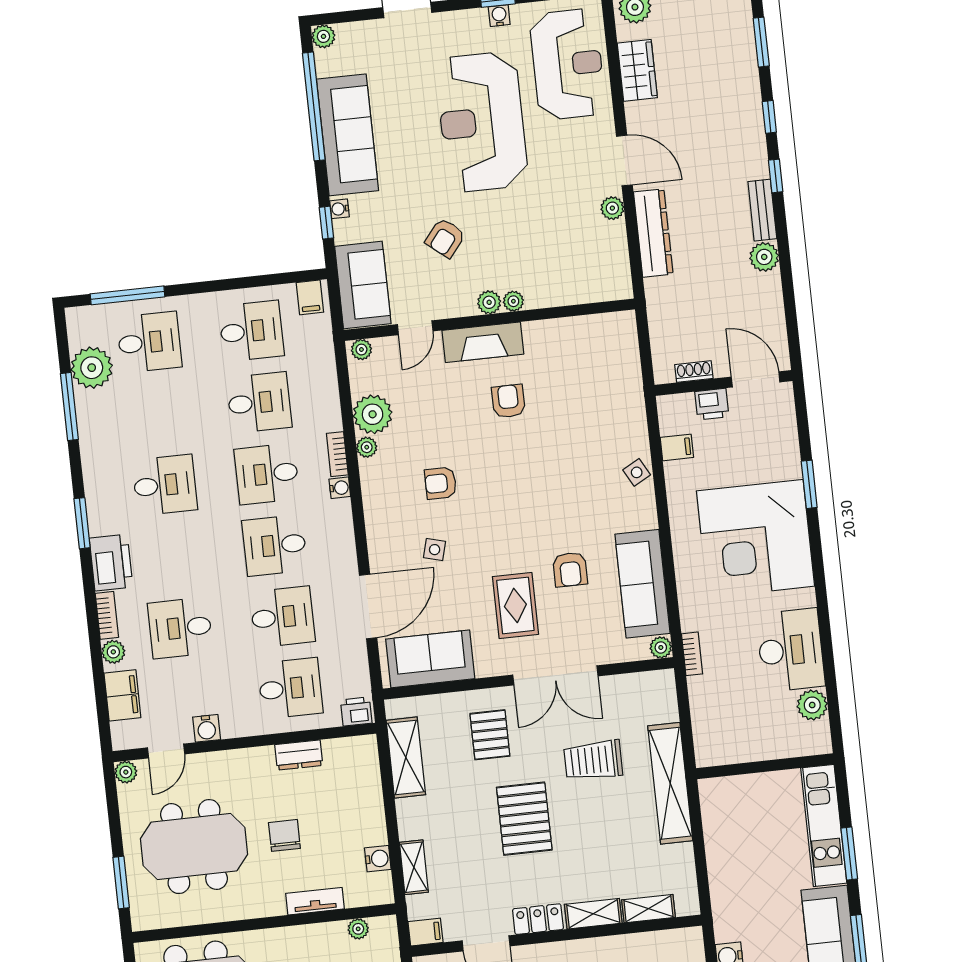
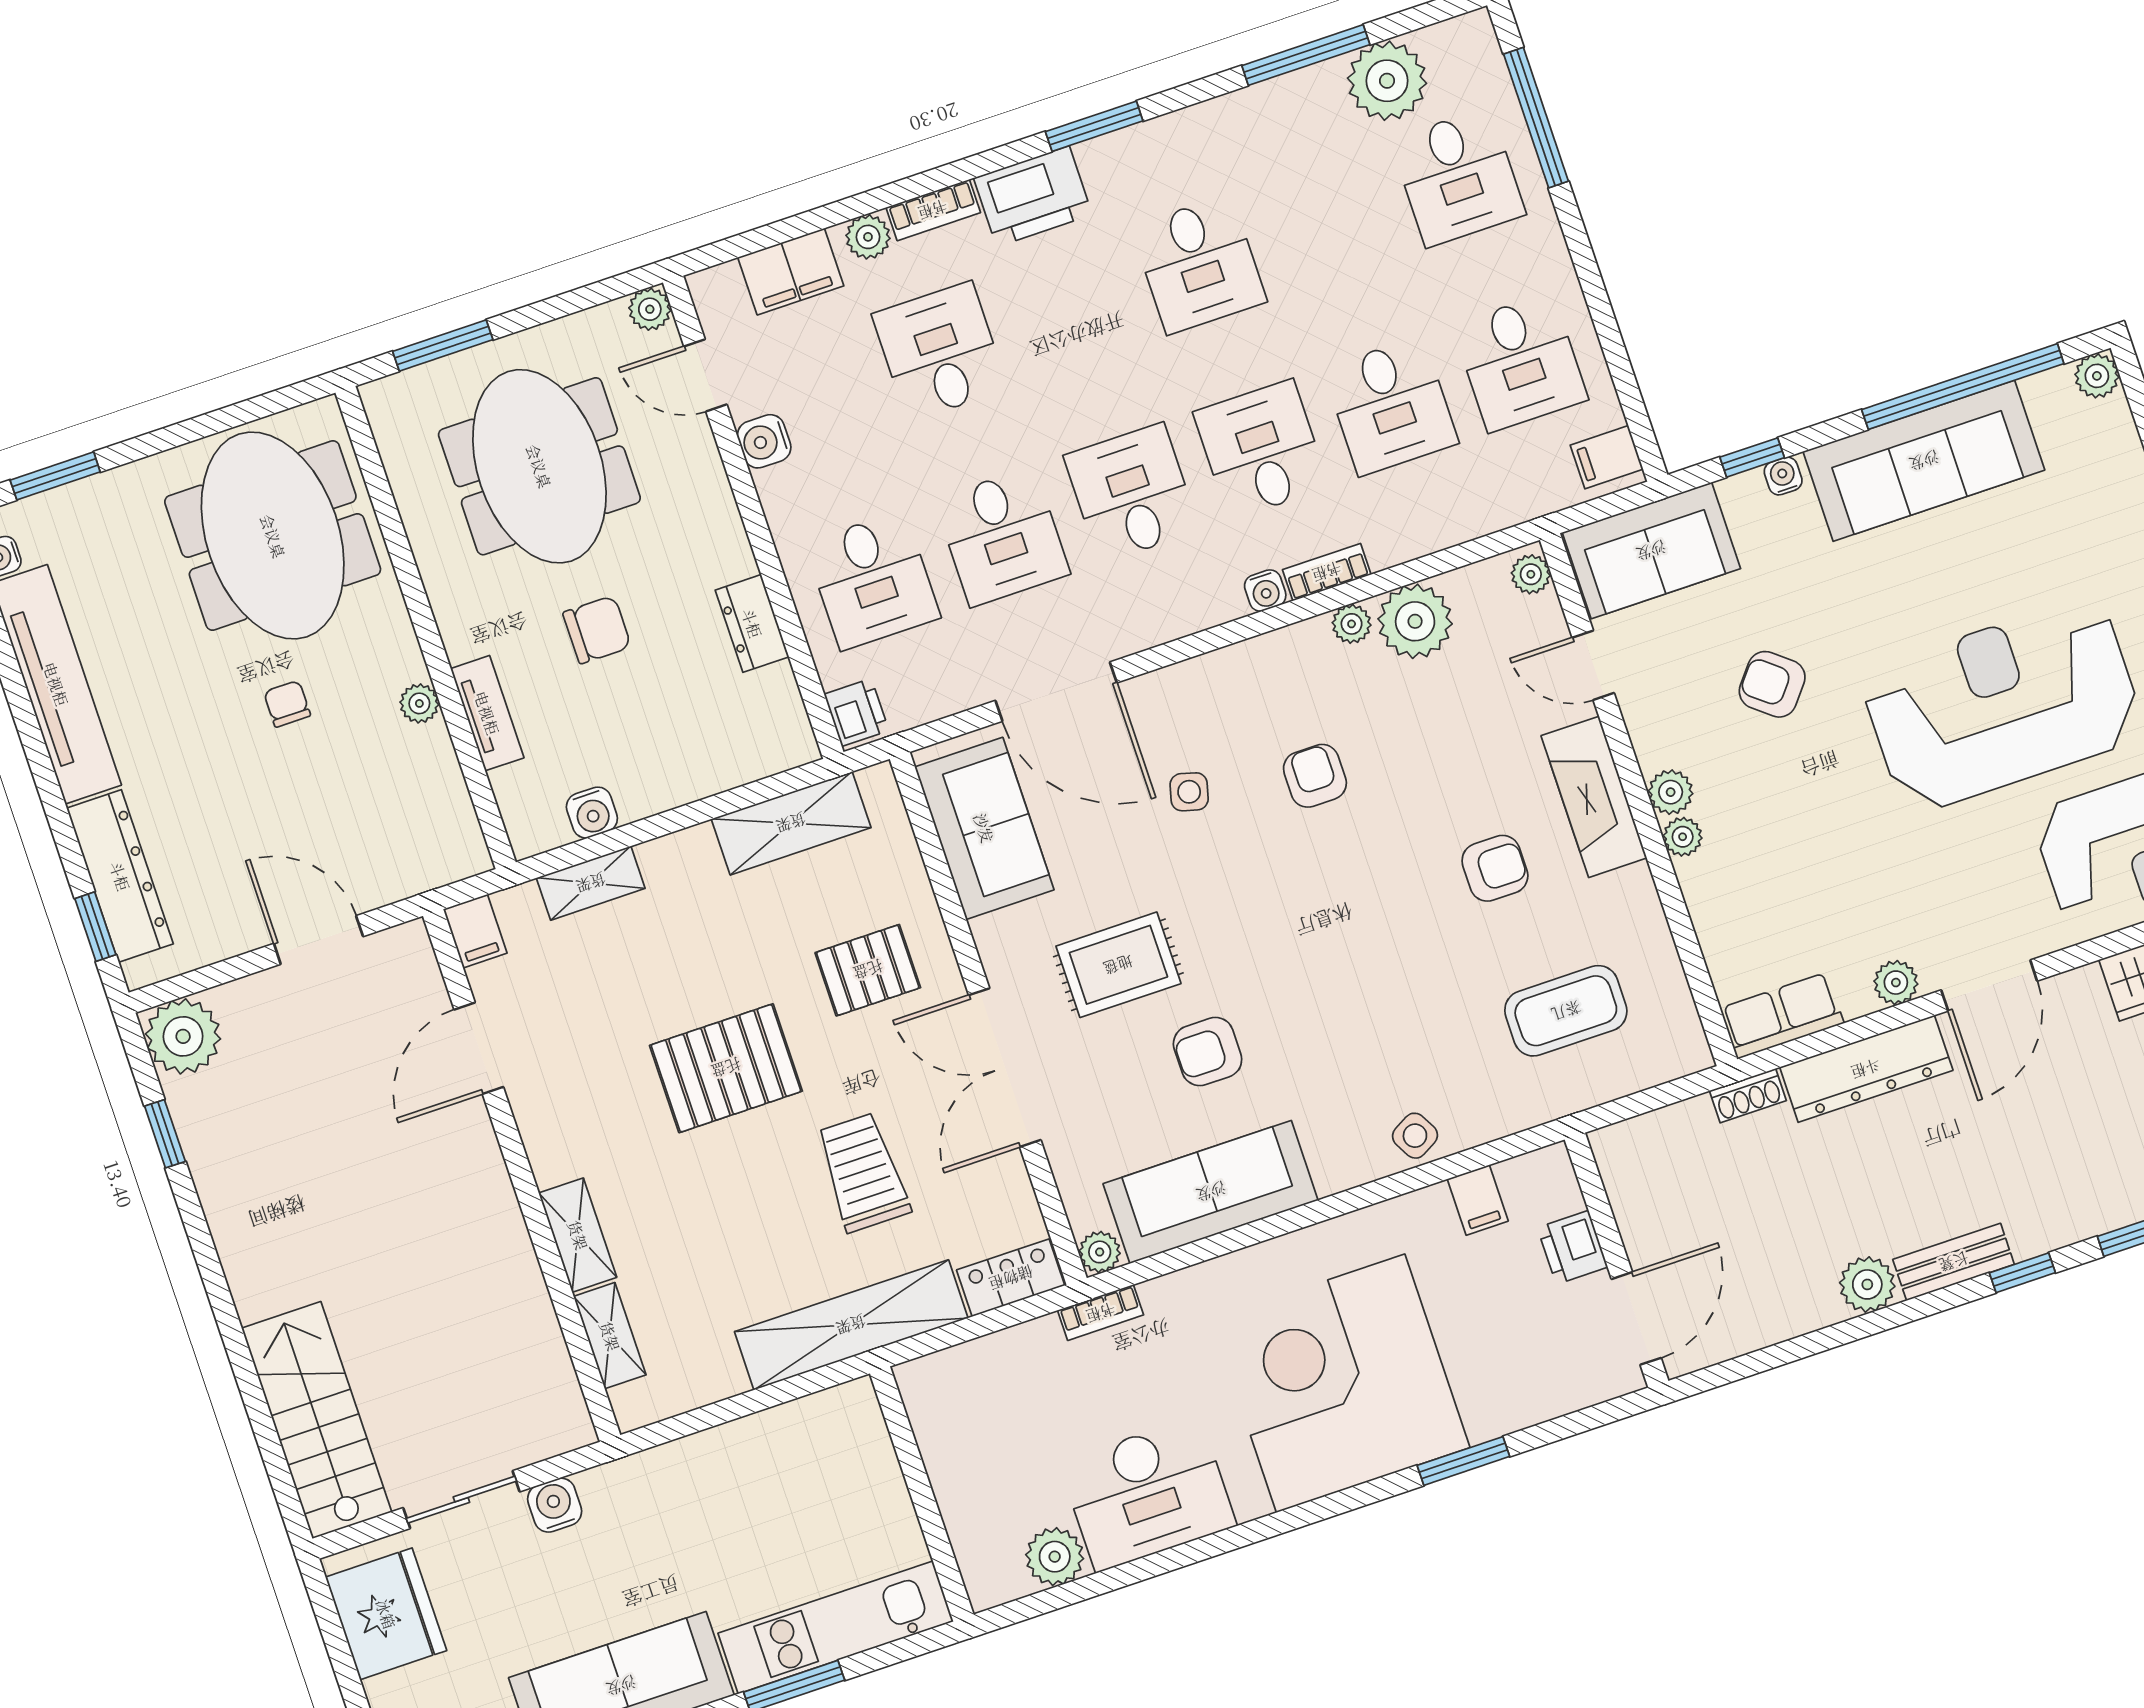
row of seats: (616, 270) -> (1782, 1016), added
shoe rack: (694, 372) -> (1748, 1096), moved, turned 90
coffee table: (590, 381) -> (1566, 1011), added
locker: (538, 919) -> (1011, 1278), moved, turned -90
plant: (358, 929) -> (419, 703), moved

